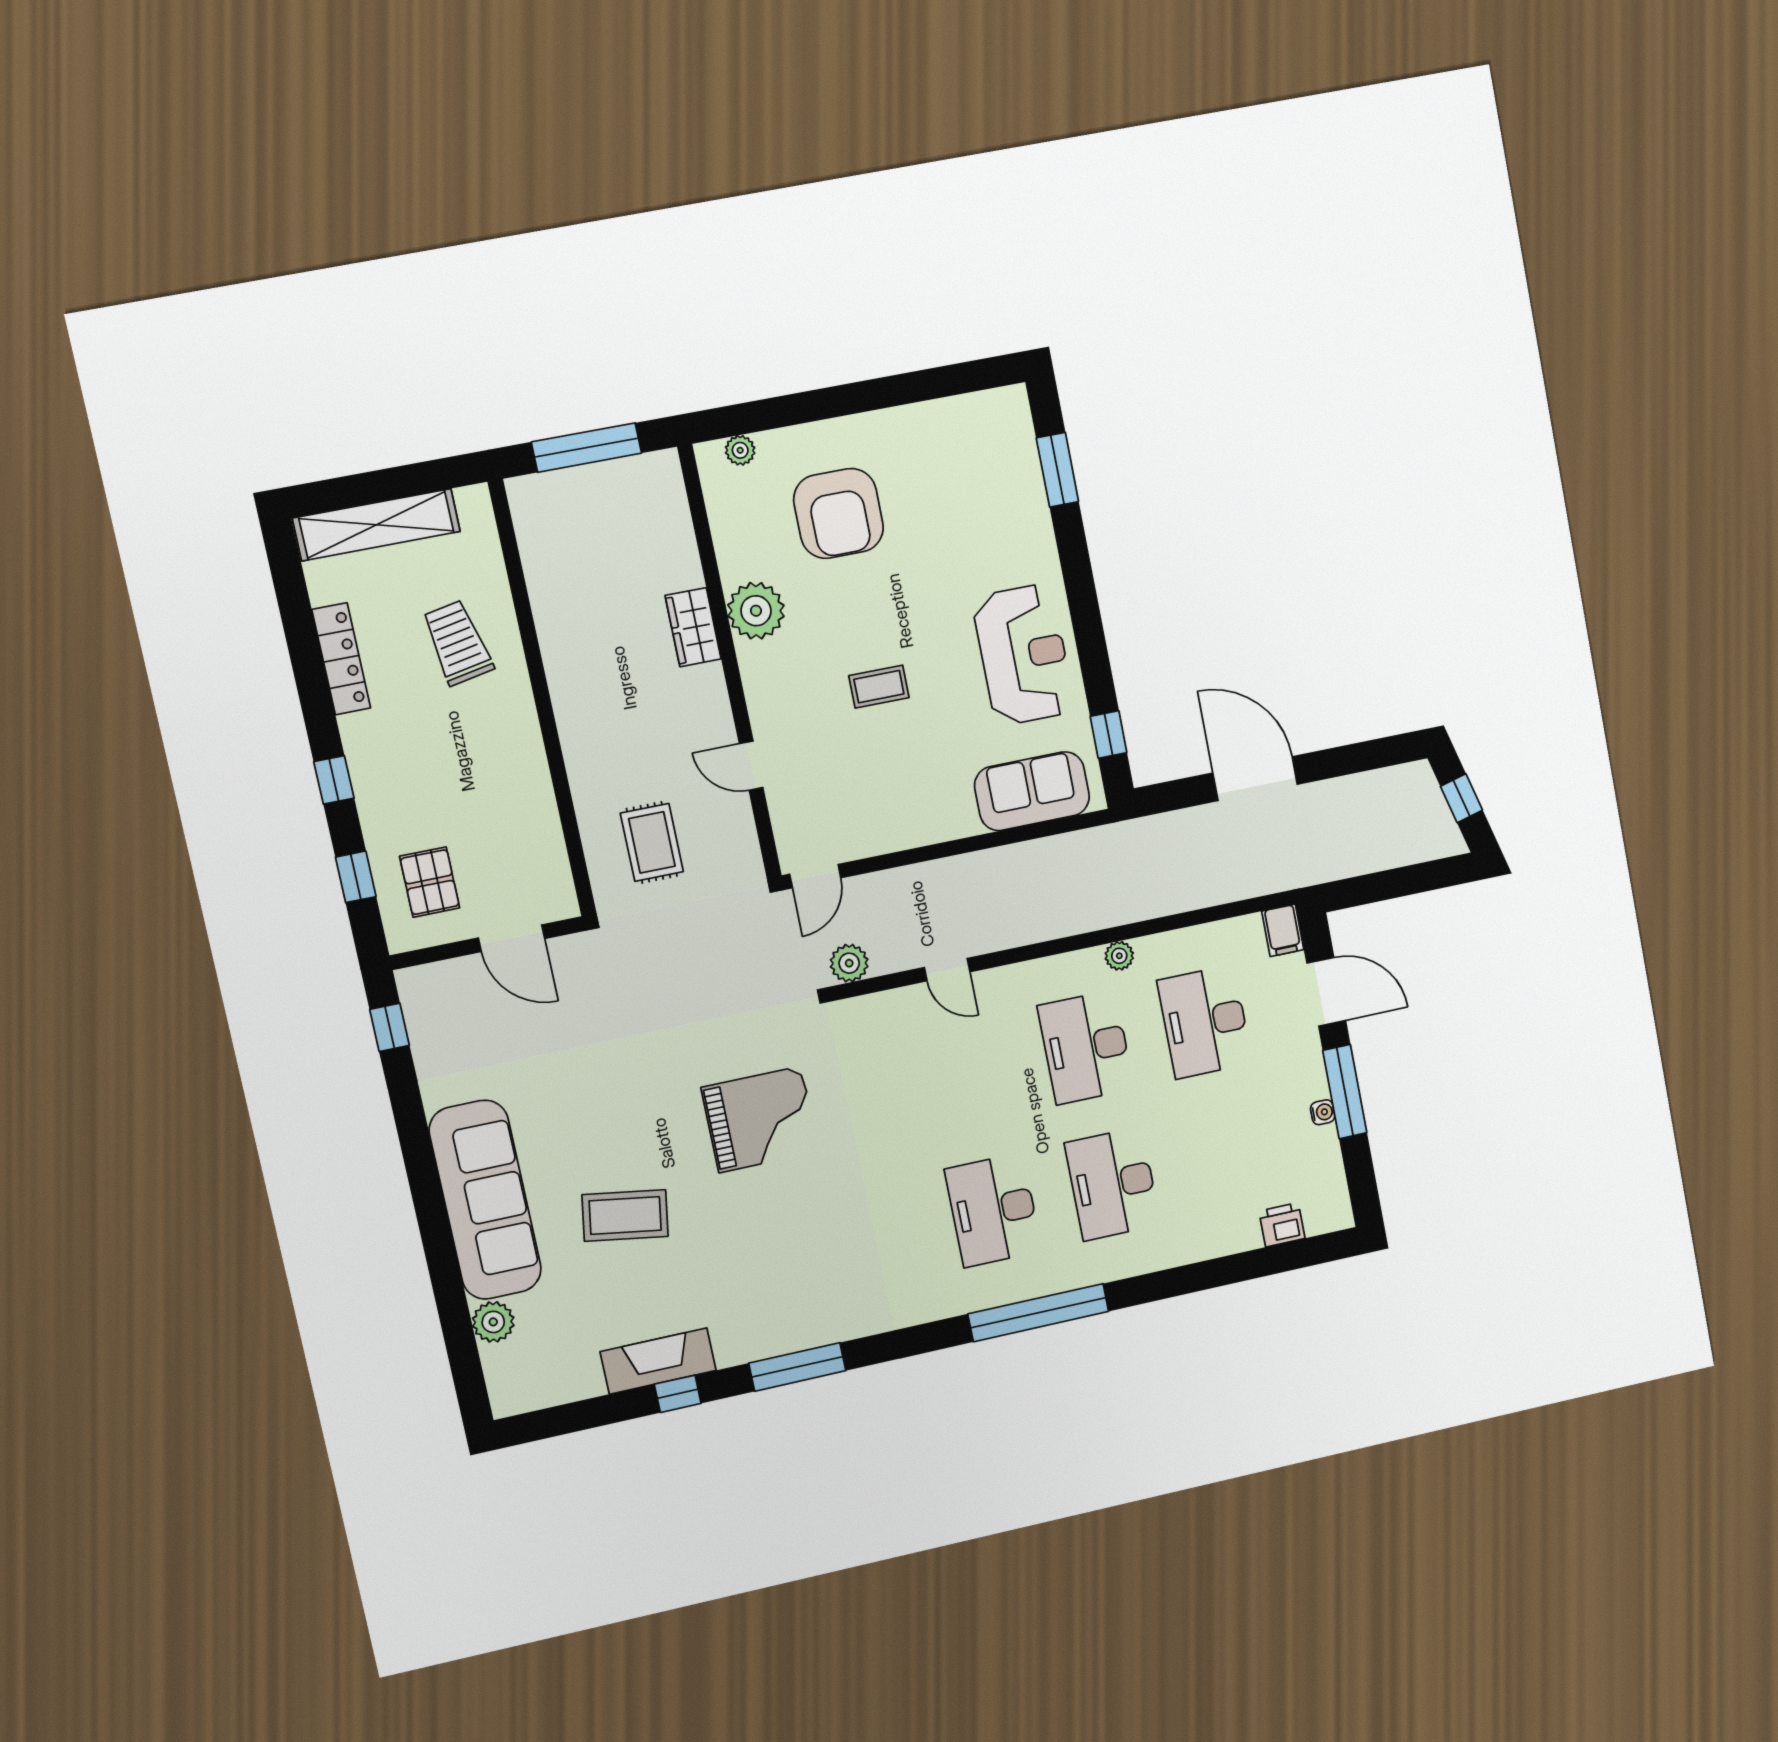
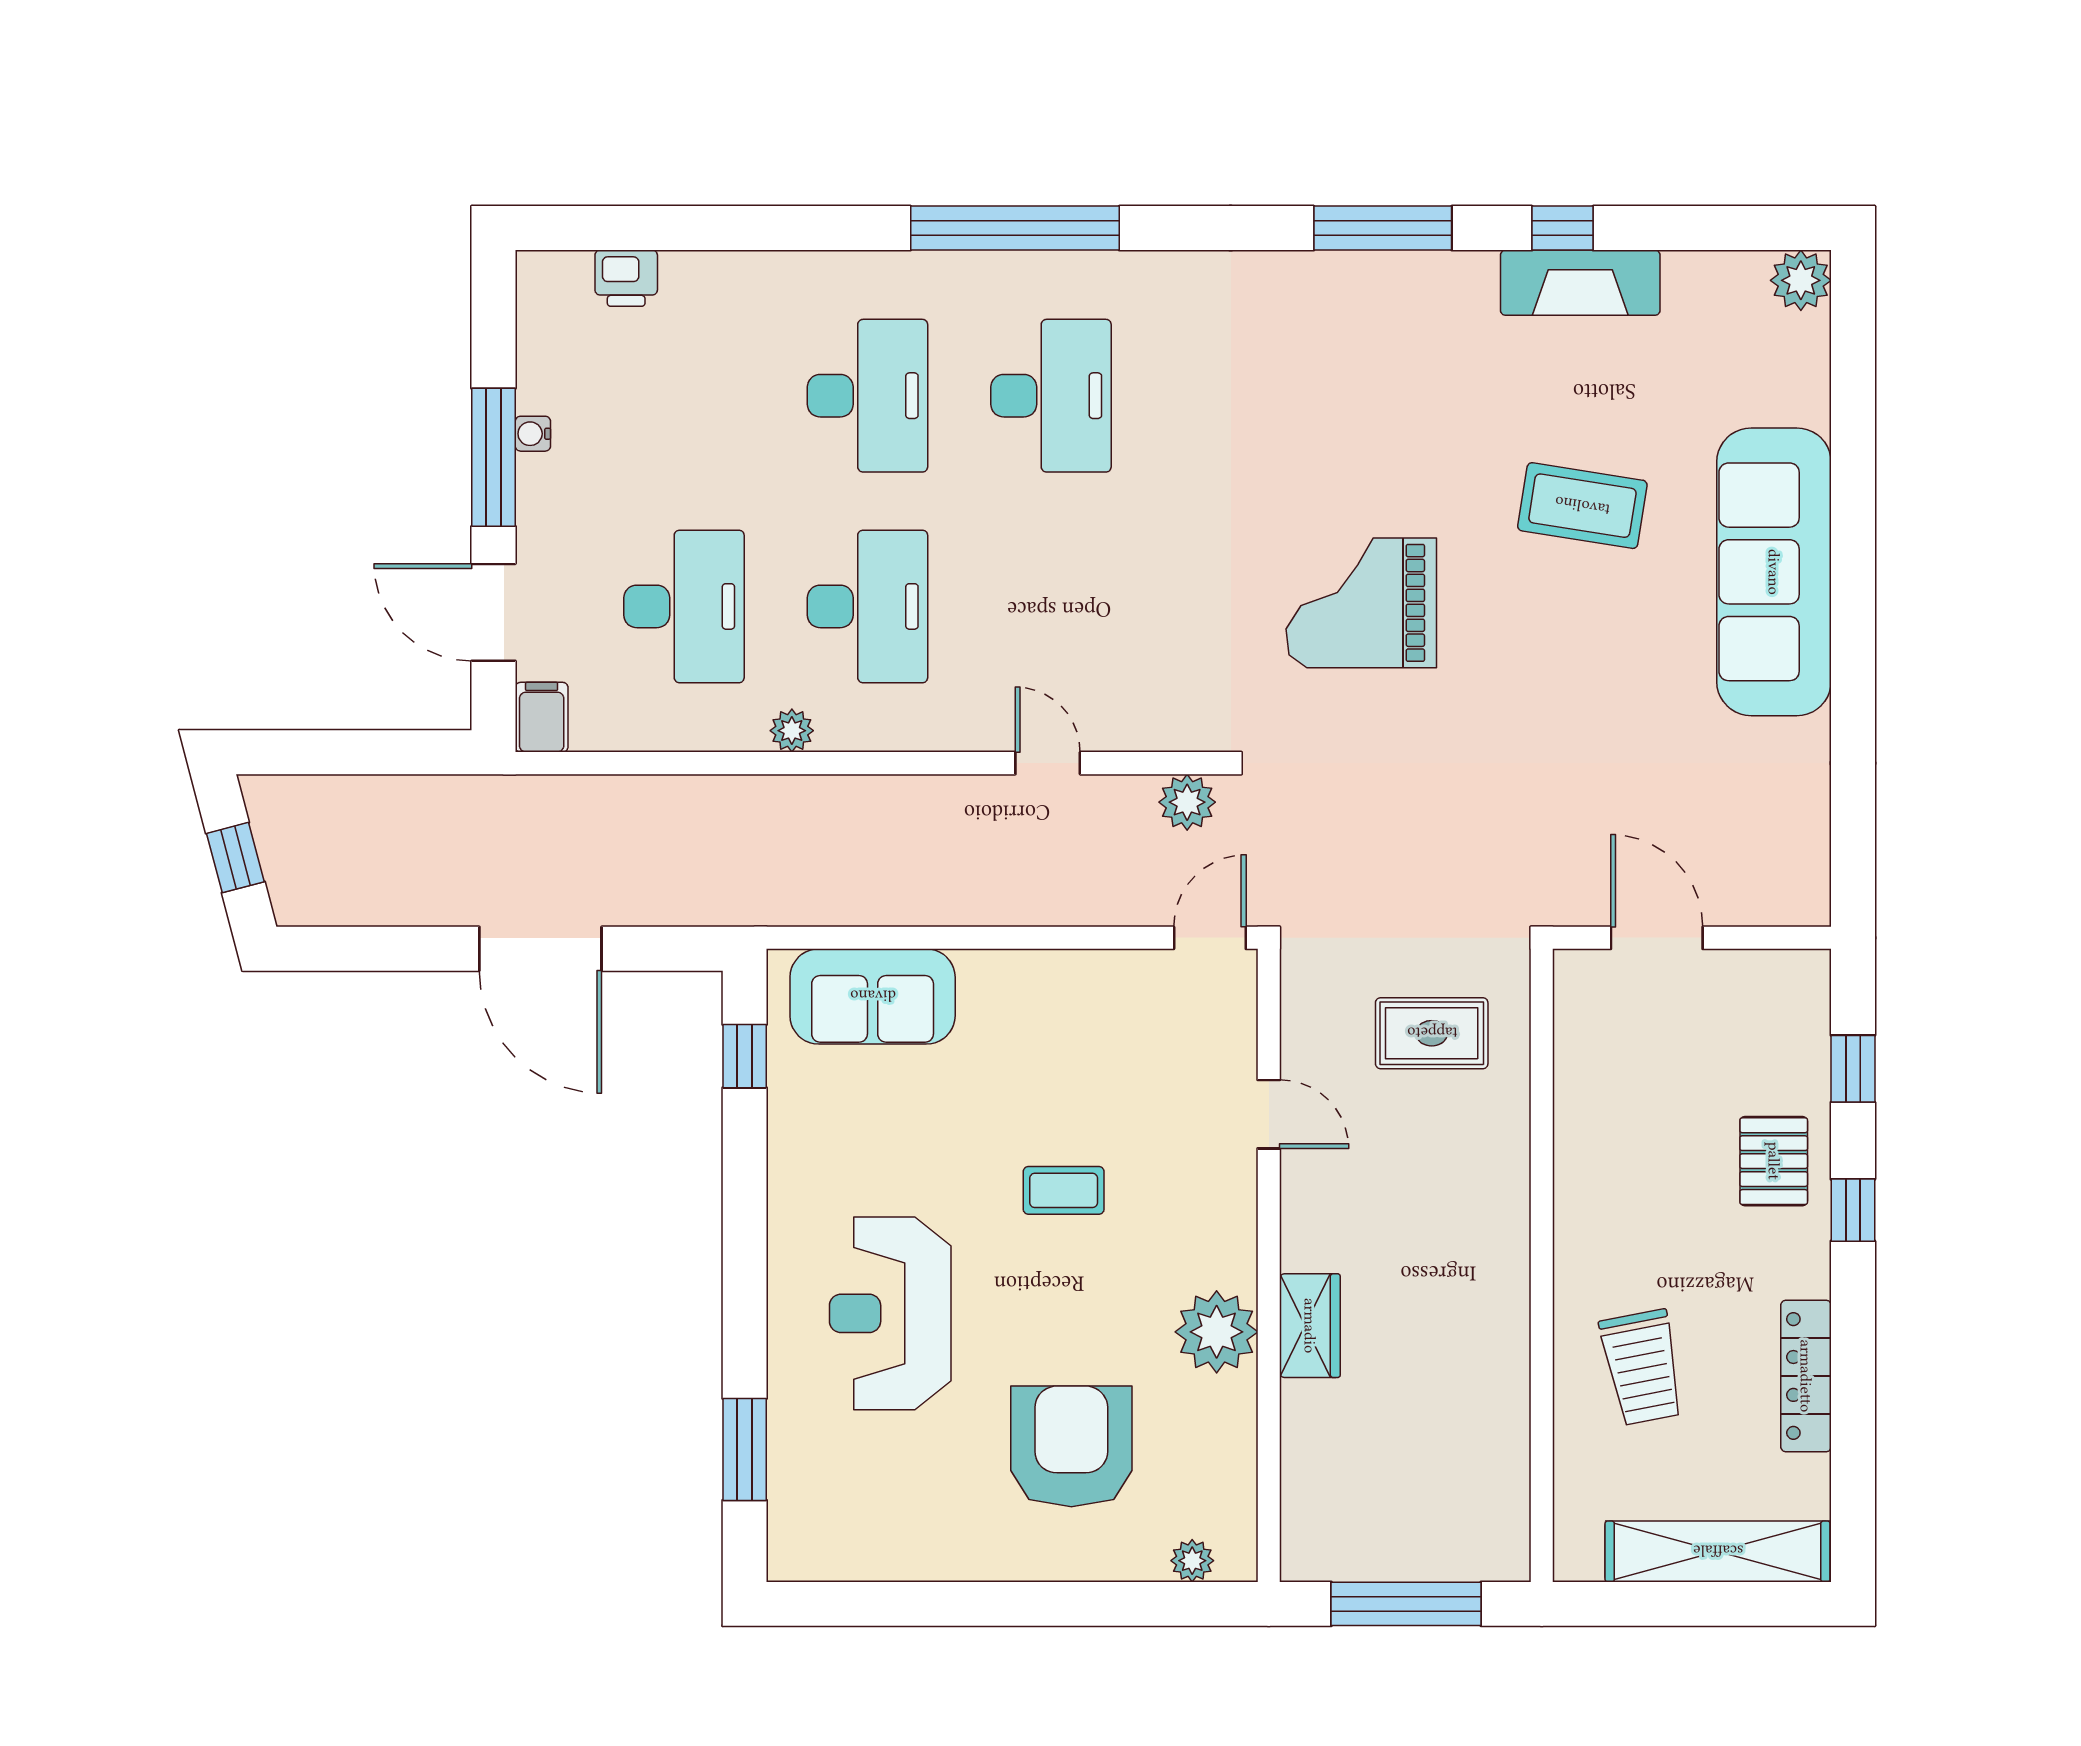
reception desk: (1023, 655) -> (890, 1313), moved
rug: (652, 842) -> (1432, 1033), turned 90
pallet: (430, 882) -> (1774, 1161), moved
window: (390, 1027) -> (1853, 847), removed
plant: (493, 1322) -> (1801, 280), moved

